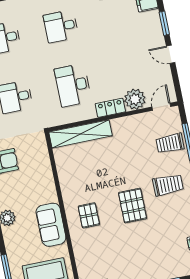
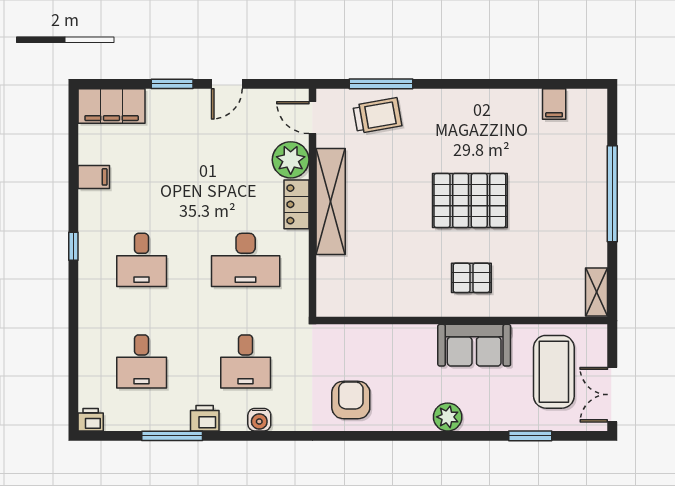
shelving: (81, 134) -> (331, 201), moved
trolley: (170, 143) -> (377, 116), turned -100
trolley: (168, 185) -> (447, 133), removed
pallet: (133, 206) -> (470, 201), width x1.37, depth x1.41

